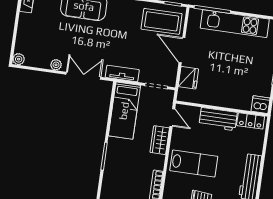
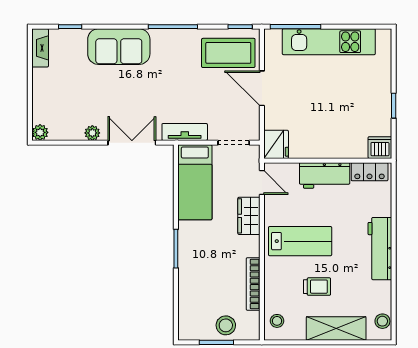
fridge: (188, 78) -> (276, 144), moved

